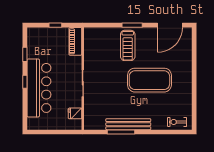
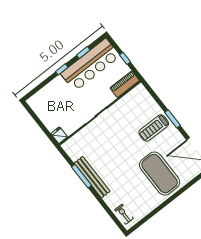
exercise mat: (149, 80) -> (160, 174), moved
bar counter: (39, 88) -> (90, 65), moved
fridge: (75, 113) -> (59, 135), moved

